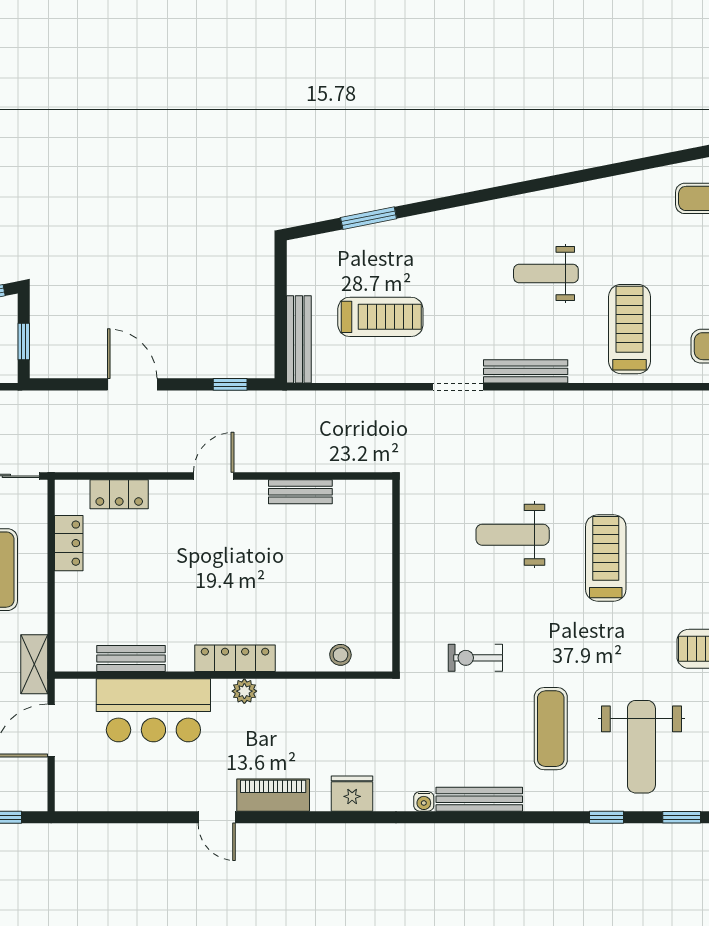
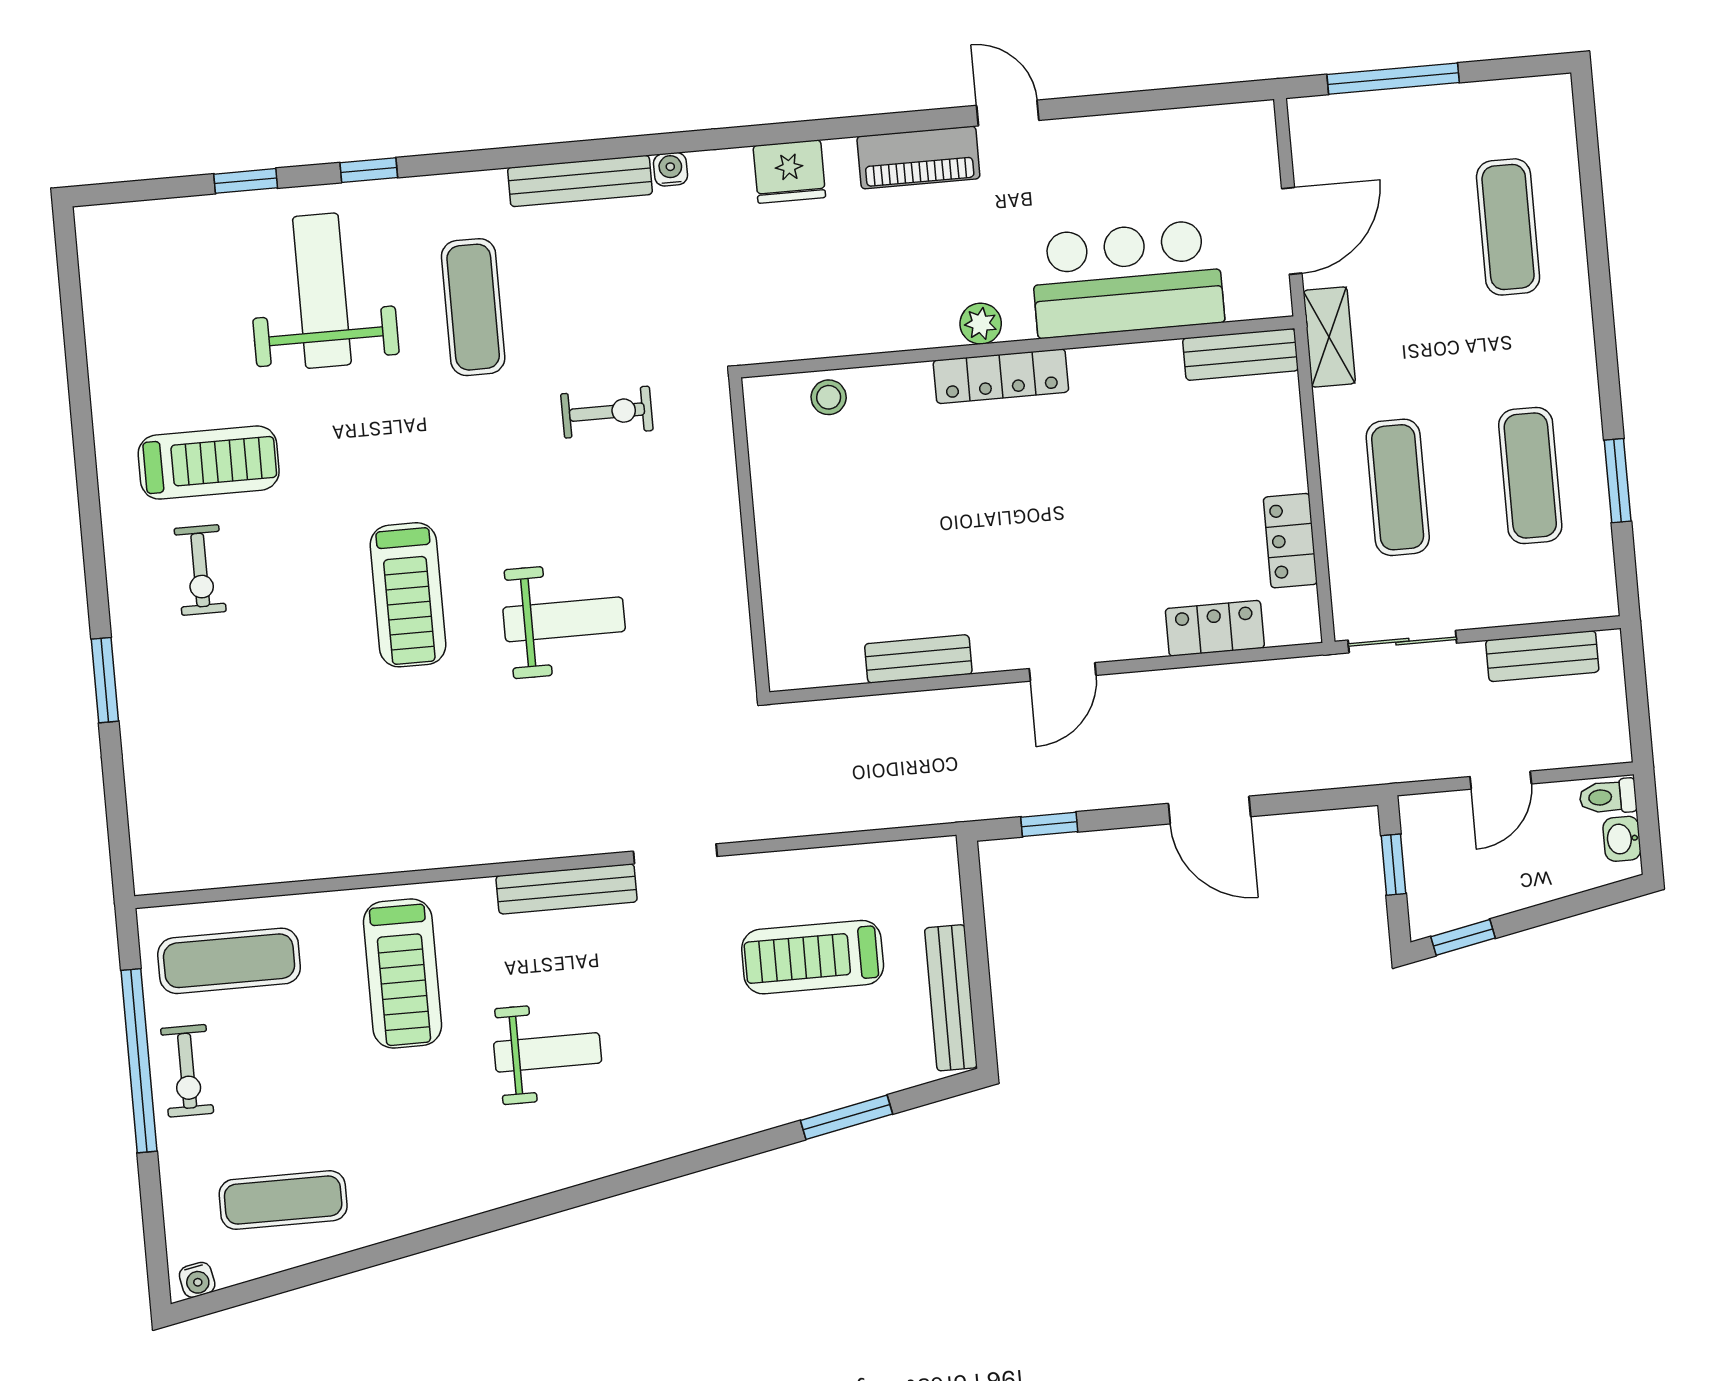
bench: (299, 339) -> (951, 998), moved
bench: (131, 659) -> (1240, 354), moved

